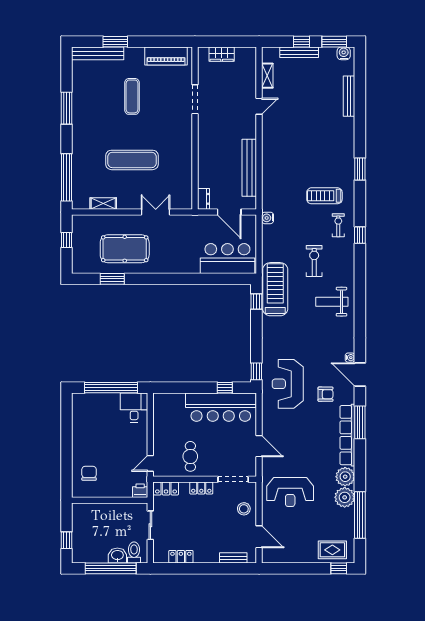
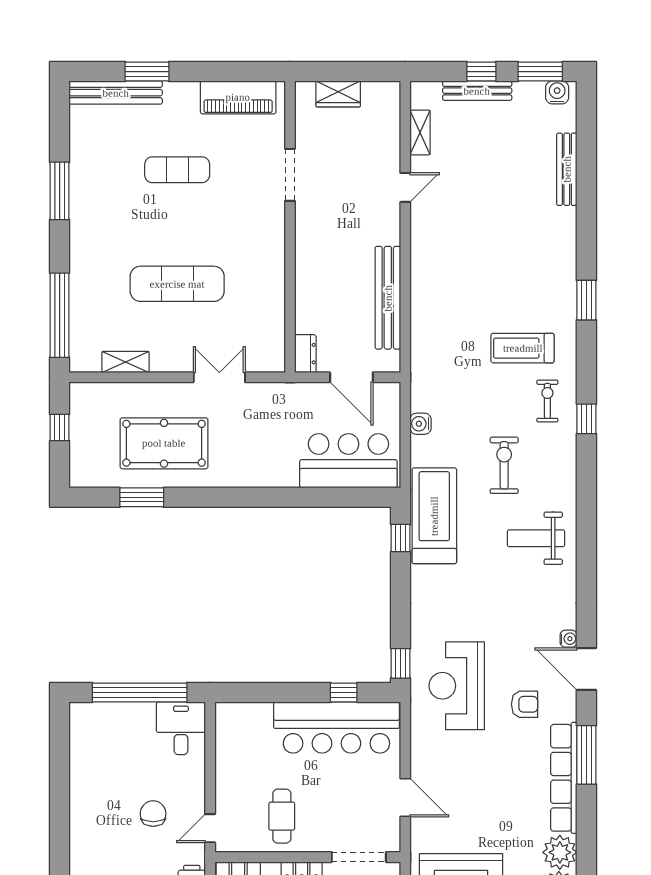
exercise mat: (132, 96) -> (177, 170), turned 90
water cooler: (268, 218) -> (421, 424), moved
chair: (89, 473) -> (153, 814), moved

